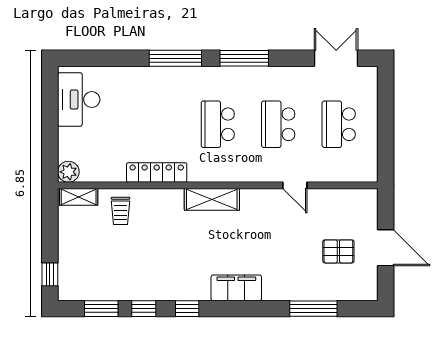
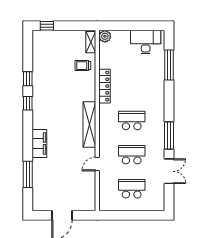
window: (175, 58) -> (169, 65), moved
double door: (336, 58) -> (169, 171), moved
shelving: (212, 199) -> (89, 124), width x1.47
pallet: (338, 251) -> (60, 189), removed
filing cabinet: (236, 288) -> (39, 143), moved
window: (101, 309) -> (28, 55), removed

